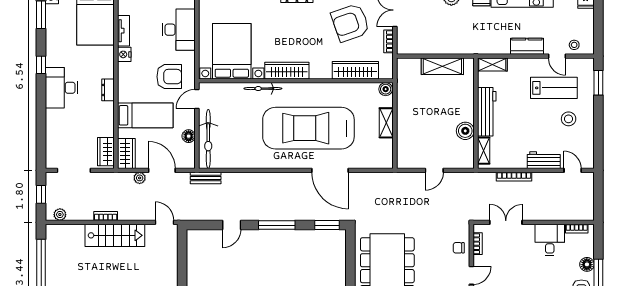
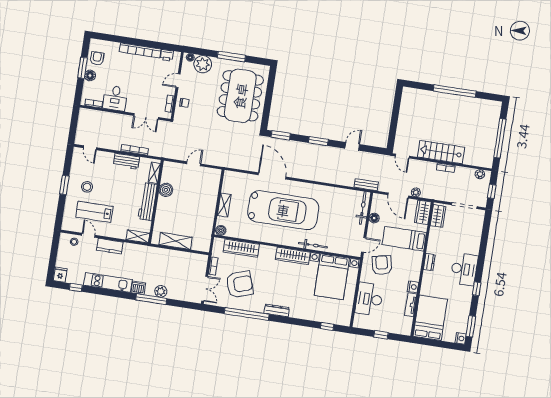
armchair: (169, 77) -> (382, 265), turned 78
window: (598, 83) -> (64, 185), moved
bicycle: (208, 139) -> (363, 208), width x0.73, depth x0.71
workbench: (544, 160) -> (126, 161), moved
window: (277, 225) -> (318, 141), width x0.69

